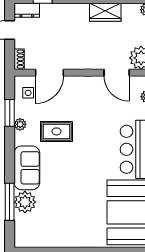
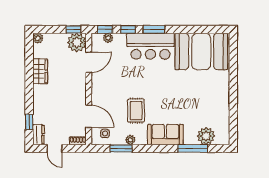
plant: (25, 202) -> (206, 136), moved

